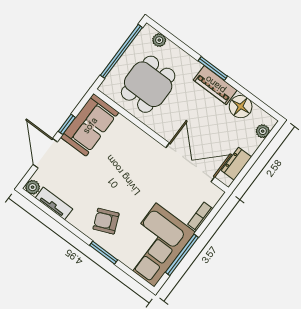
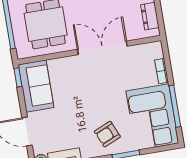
window: (67, 124) -> (18, 77), moved
double door: (190, 162) -> (102, 48), moved

